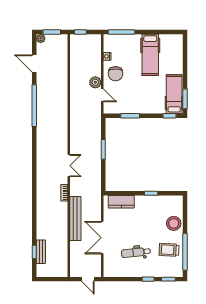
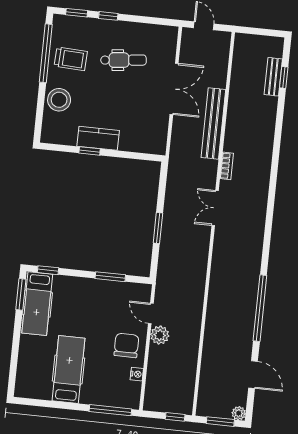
kitchen counter: (121, 202) -> (98, 138), moved

